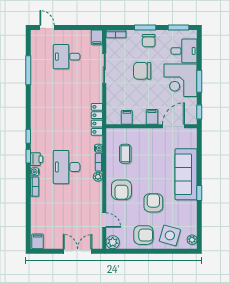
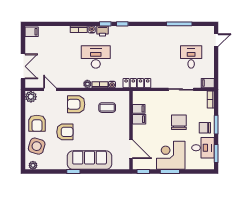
desk: (184, 51) -> (203, 148), moved, turned -90
filing cabinet: (152, 117) -> (139, 119), moved
door: (104, 220) -> (50, 89), swing flipped

